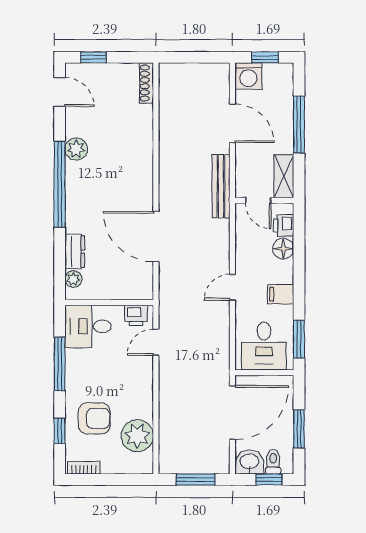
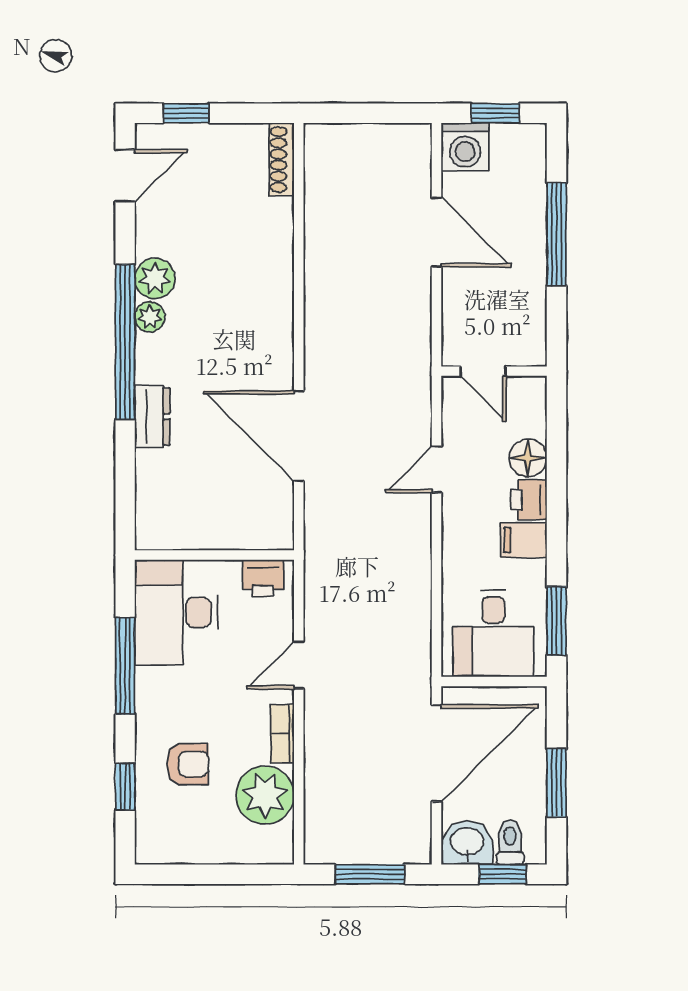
door: (60, 92) -> (125, 176), hinge flipped
shelving: (284, 176) -> (529, 328), removed
bench: (221, 186) -> (416, 345), removed
printer: (284, 225) -> (529, 500), moved
dresser: (75, 252) -> (152, 417), moved
plant: (73, 279) -> (150, 317), moved
door: (232, 287) -> (437, 470), moved
desk: (88, 326) -> (176, 612), width x1.37
door: (156, 342) -> (299, 665), moved
armchair: (94, 418) -> (188, 764), width x0.72, depth x0.72
bookcase: (84, 468) -> (282, 734), moved, turned -90

